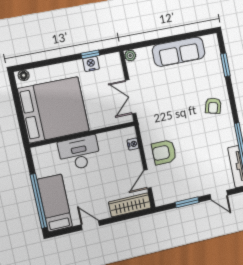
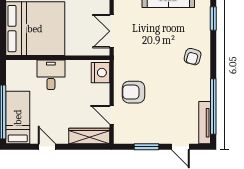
nightstand: (133, 144) -> (100, 73), width x1.89, depth x1.79
desk: (79, 153) -> (51, 75), width x0.73
door: (147, 179) -> (112, 115), hinge flipped

